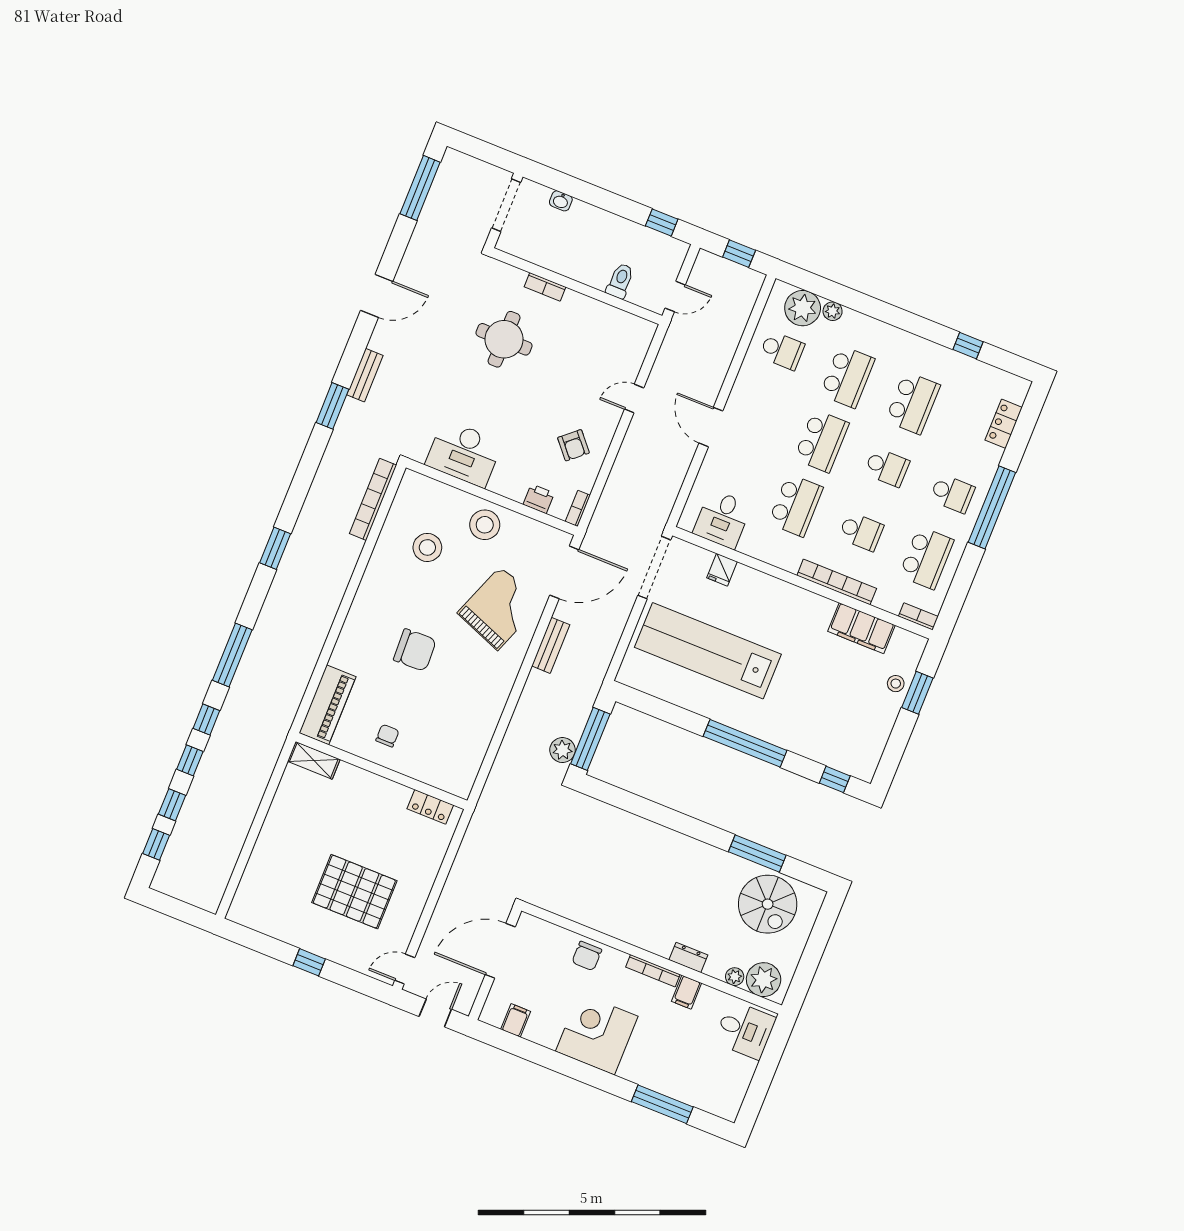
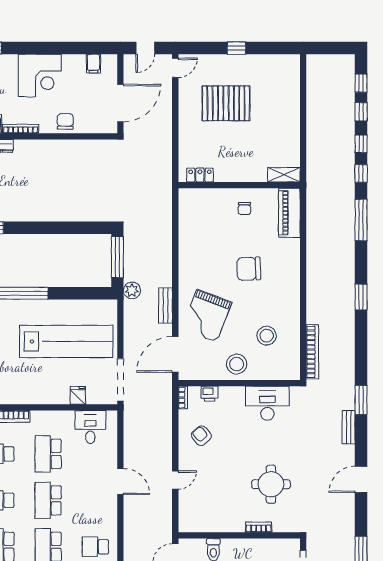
plant: (562, 750) -> (132, 290), moved

